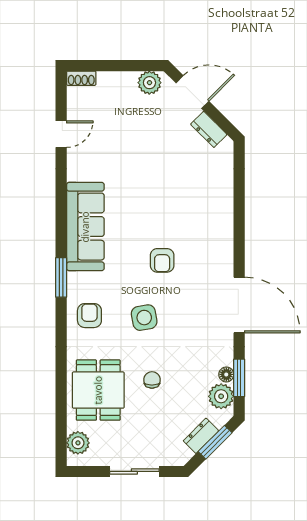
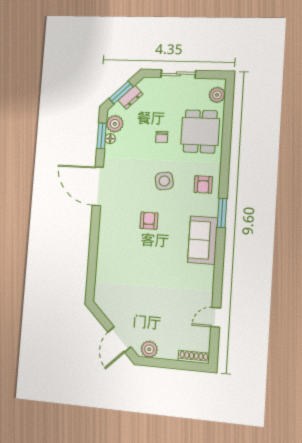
shoe rack: (81, 78) -> (194, 357), width x1.43
door: (192, 92) -> (119, 339), hinge flipped
dresser: (209, 129) -> (110, 312), removed
sofa: (85, 227) -> (203, 240), width x0.73

